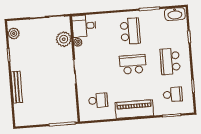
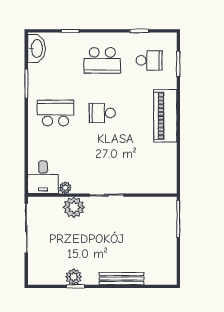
plant: (14, 34) -> (74, 277), moved
plant: (64, 39) -> (74, 207), moved
school desk: (133, 64) -> (102, 113), width x0.54
school desk: (173, 94) -> (149, 60), turned 90
school desk: (98, 100) -> (149, 166), removed

